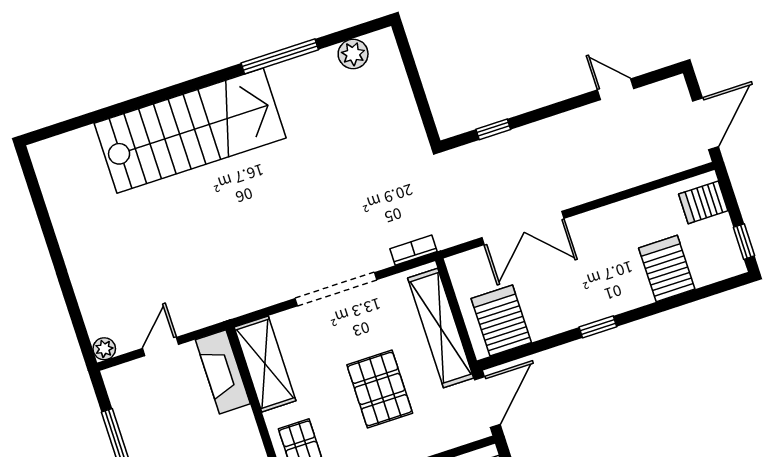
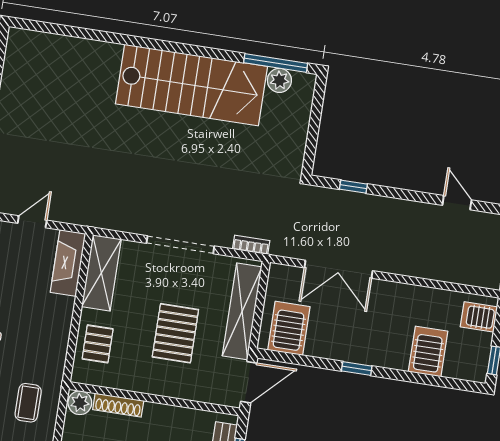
window: (280, 56) -> (276, 63), moved
stairs: (190, 131) -> (191, 85), moved

